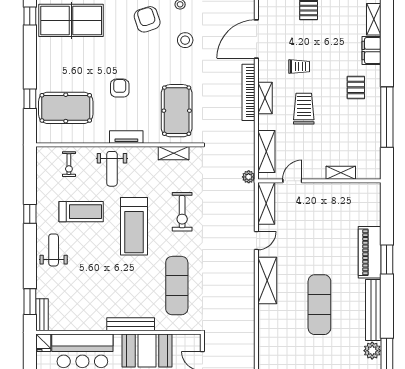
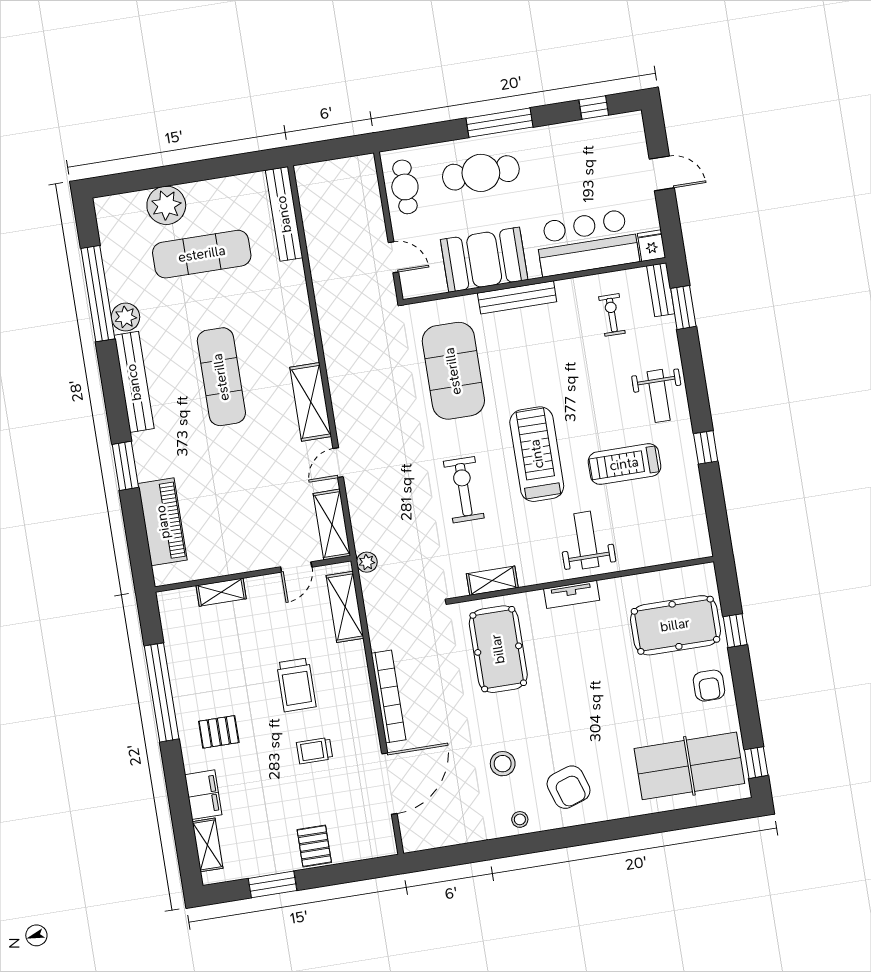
pallet: (356, 87) -> (219, 732), turned 90
armchair: (120, 88) -> (709, 686), moved
shelving: (265, 98) -> (361, 692), removed
exercise bike: (69, 164) -> (612, 315), moved
piano: (370, 252) -> (163, 522), moved
exercise mat: (177, 286) -> (453, 371), width x1.47

